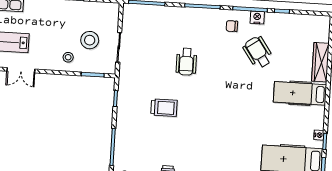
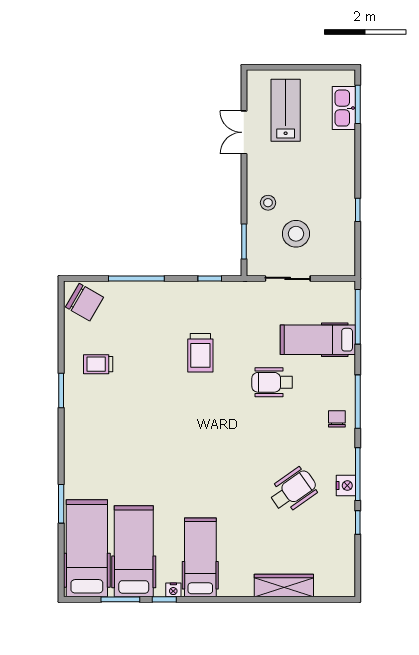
chair: (232, 26) -> (337, 419), moved
hospital bed: (160, 30) -> (318, 340), added
hospital bed: (300, 93) -> (200, 557), moved

